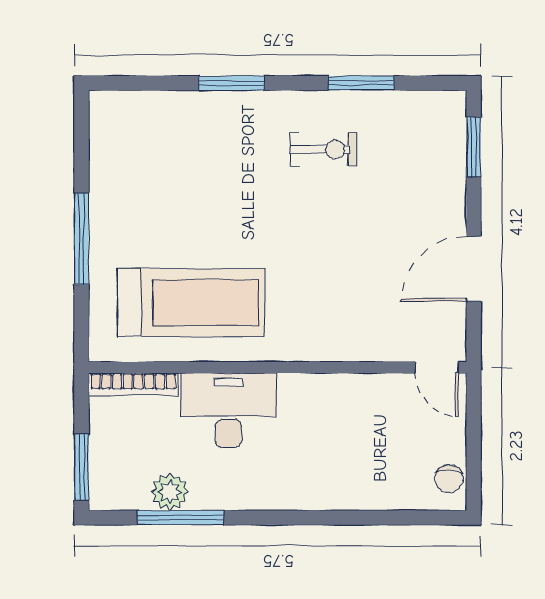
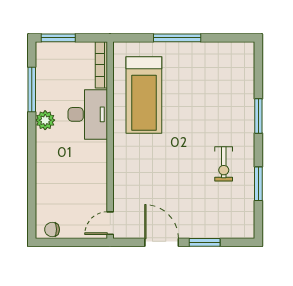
window: (474, 147) -> (205, 242), moved
plant: (170, 492) -> (45, 120), moved

